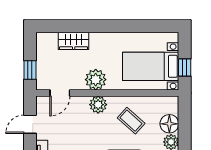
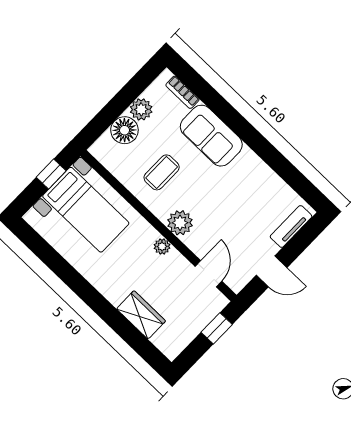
plant: (96, 80) -> (162, 246), width x0.53, depth x0.53
door: (60, 93) -> (208, 274), hinge flipped
coffee table: (131, 121) -> (162, 172), turned 48

